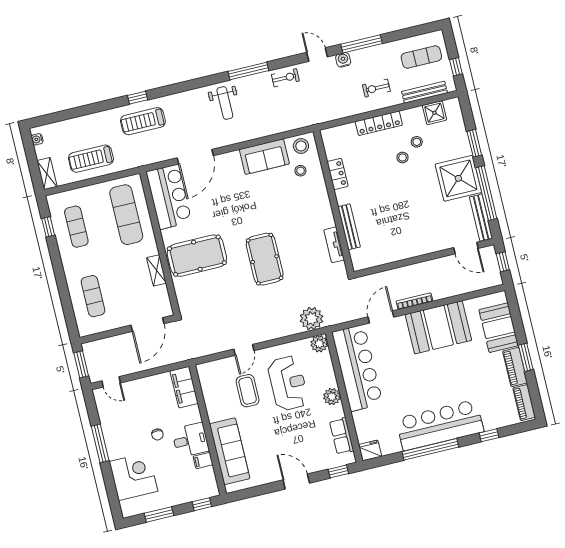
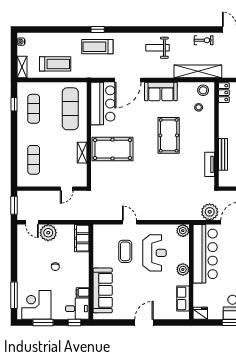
window: (248, 71) -> (179, 29), removed
weight bench: (225, 103) -> (157, 48), turned 90
shelving: (288, 122) -> (198, 71), added
sofa: (264, 157) -> (161, 92), moved
treadmill: (91, 159) -> (55, 64), turned 180
locker: (338, 174) -> (224, 93), moved
pool table: (265, 259) -> (169, 135), moved
plant: (312, 319) -> (210, 212), moved
door: (147, 324) -> (67, 189), width x0.53
door: (244, 350) -> (129, 222), swing flipped
plant: (137, 391) -> (48, 233), added
desk: (190, 440) -> (77, 309), moved
window: (100, 443) -> (14, 295), moved
window: (338, 471) -> (175, 322), removed
corner desk: (133, 476) -> (36, 305), moved, turned -90
door: (296, 481) -> (144, 322), hinge flipped

